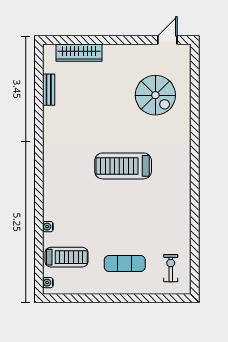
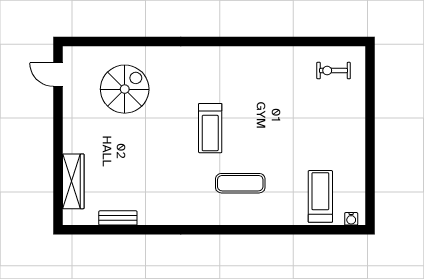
treadmill: (123, 166) -> (210, 128), width x0.73, depth x0.73
water cooler: (48, 227) -> (284, 219), removed
exercise mat: (125, 263) -> (240, 183), moved, turned 90

